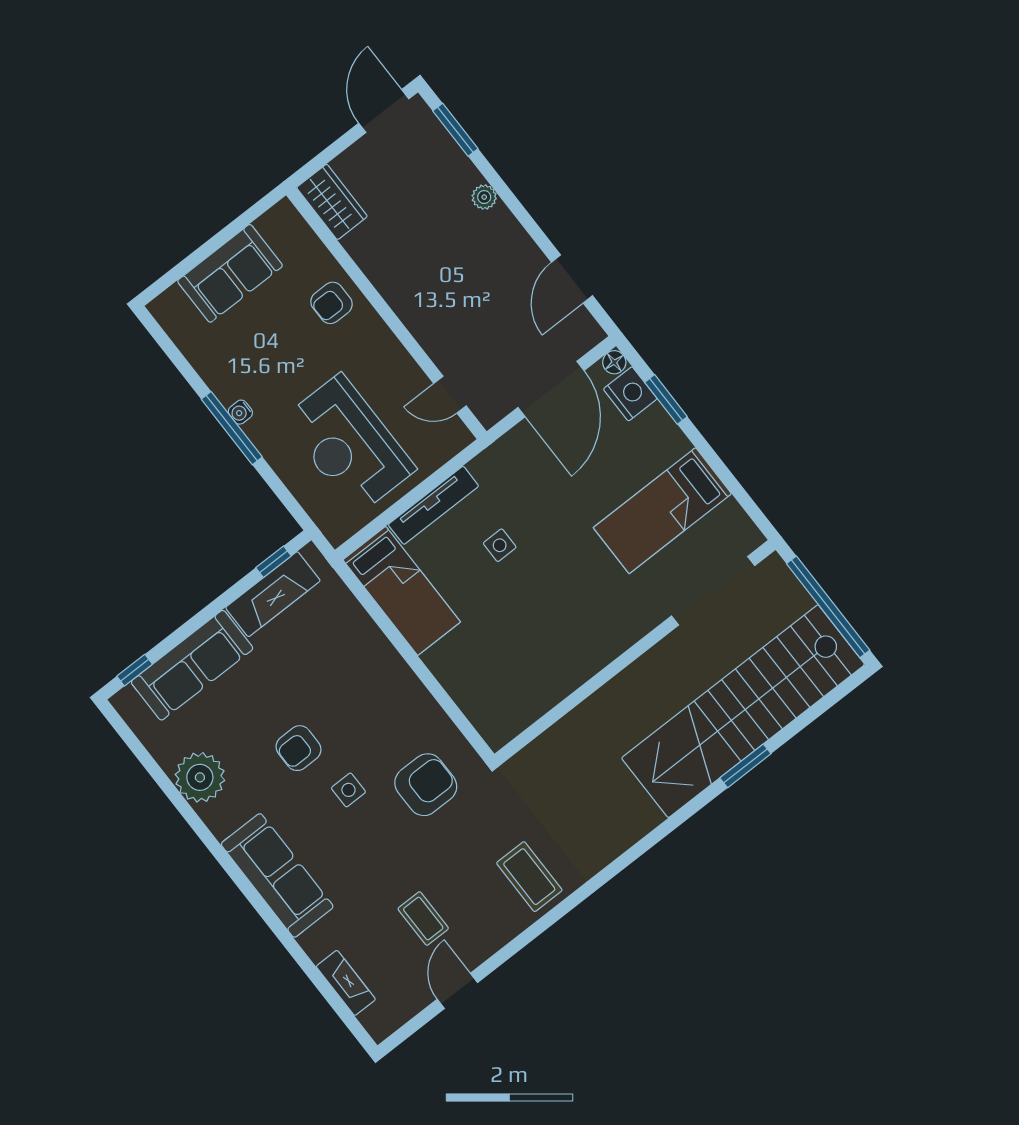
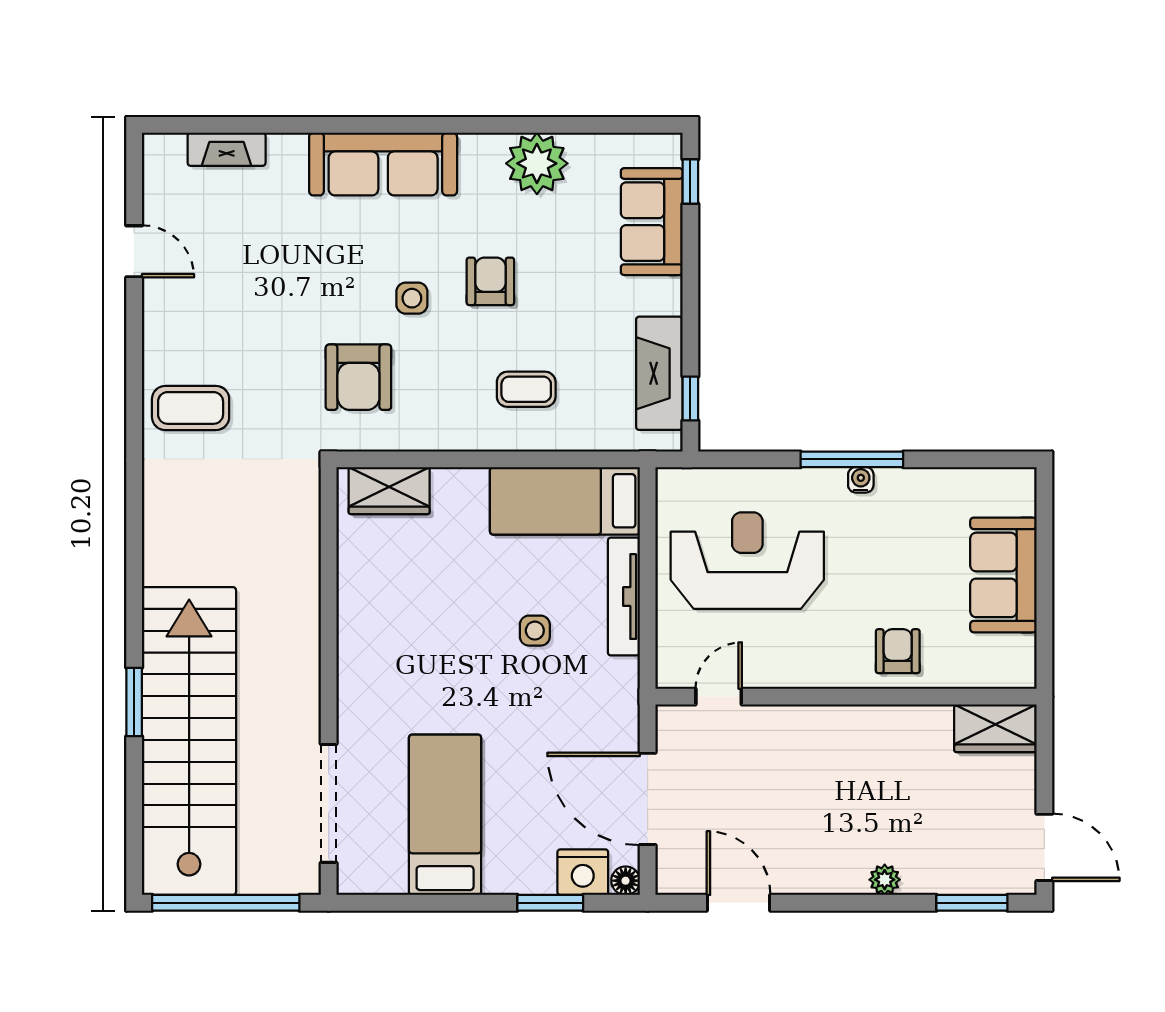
sofa: (192, 665) -> (652, 222), width x0.73
wardrobe: (483, 708) -> (389, 491), added
coffee table: (423, 919) -> (526, 389), moved

